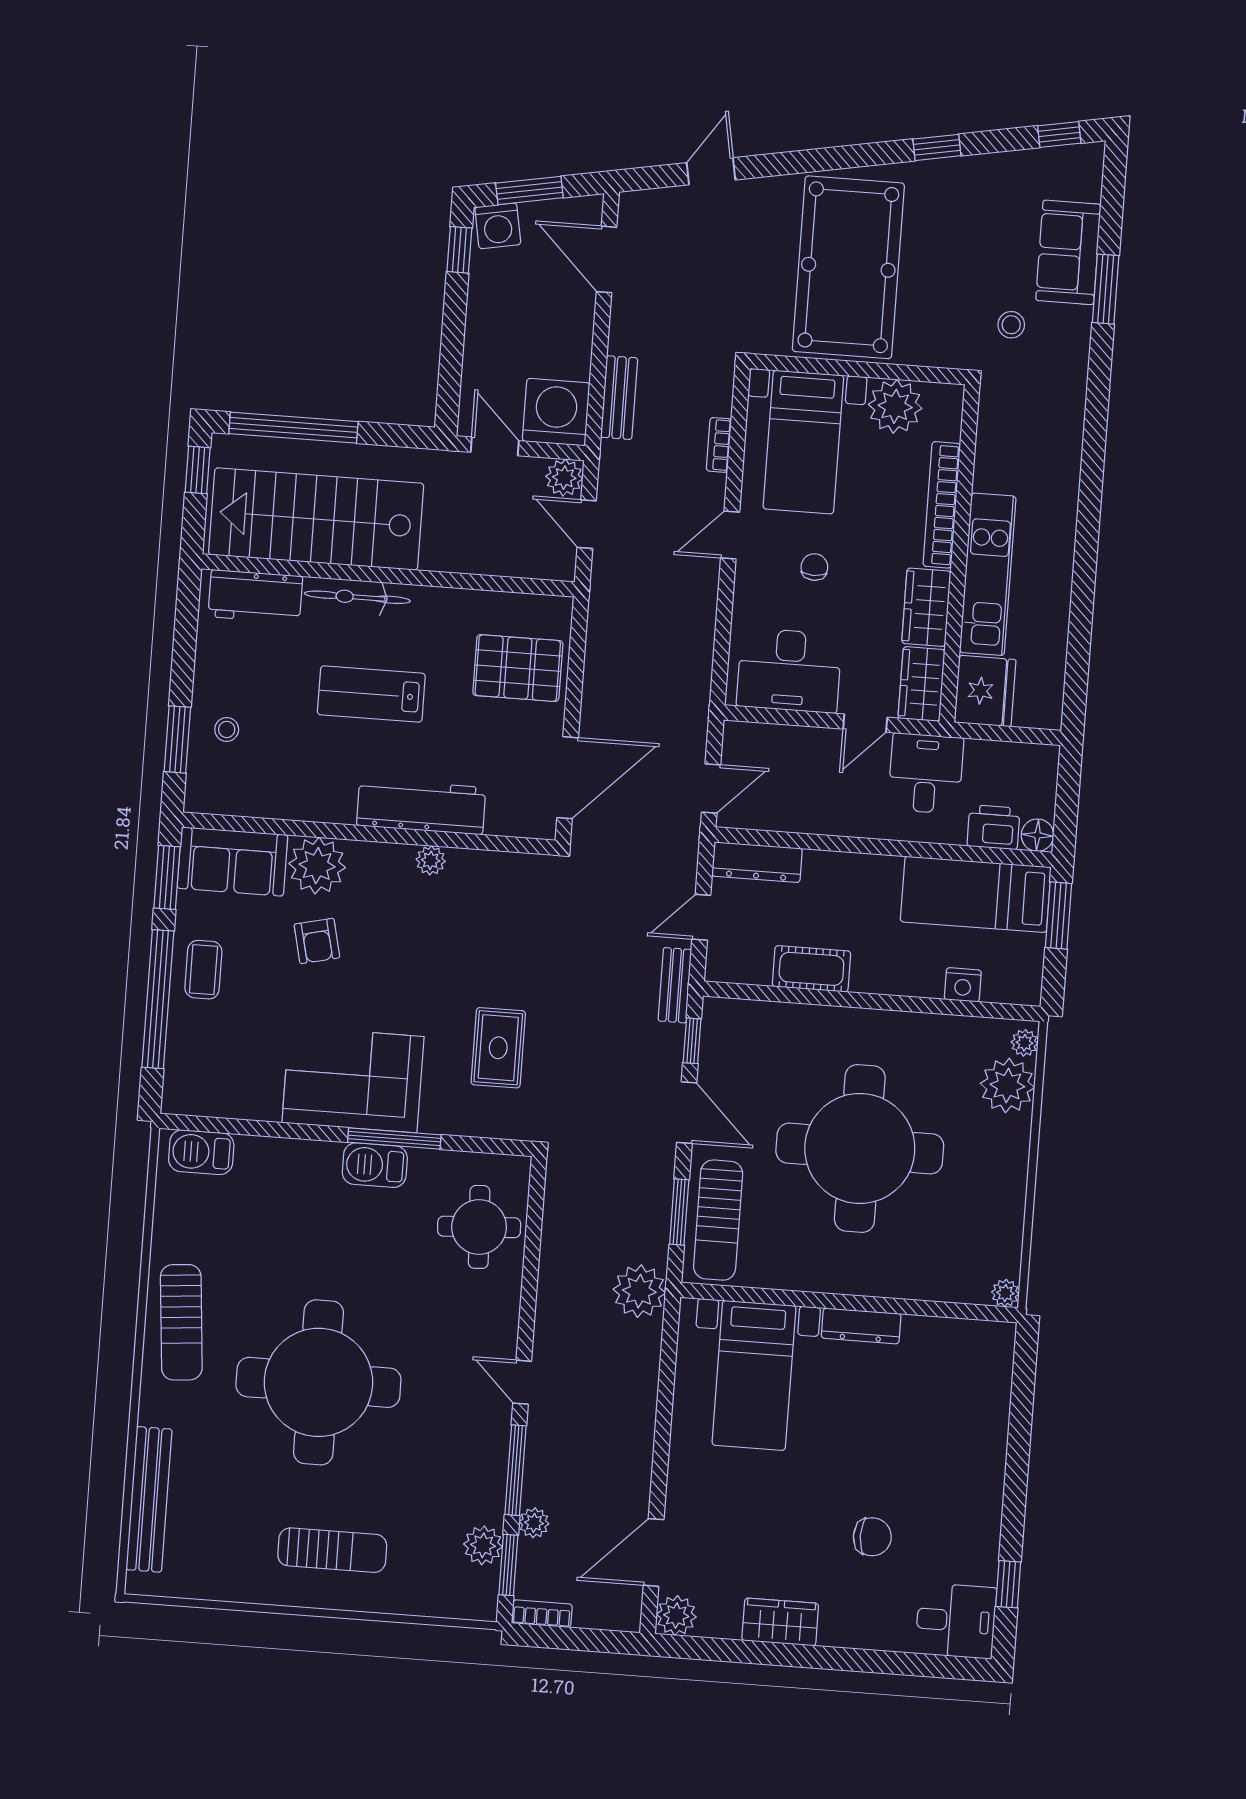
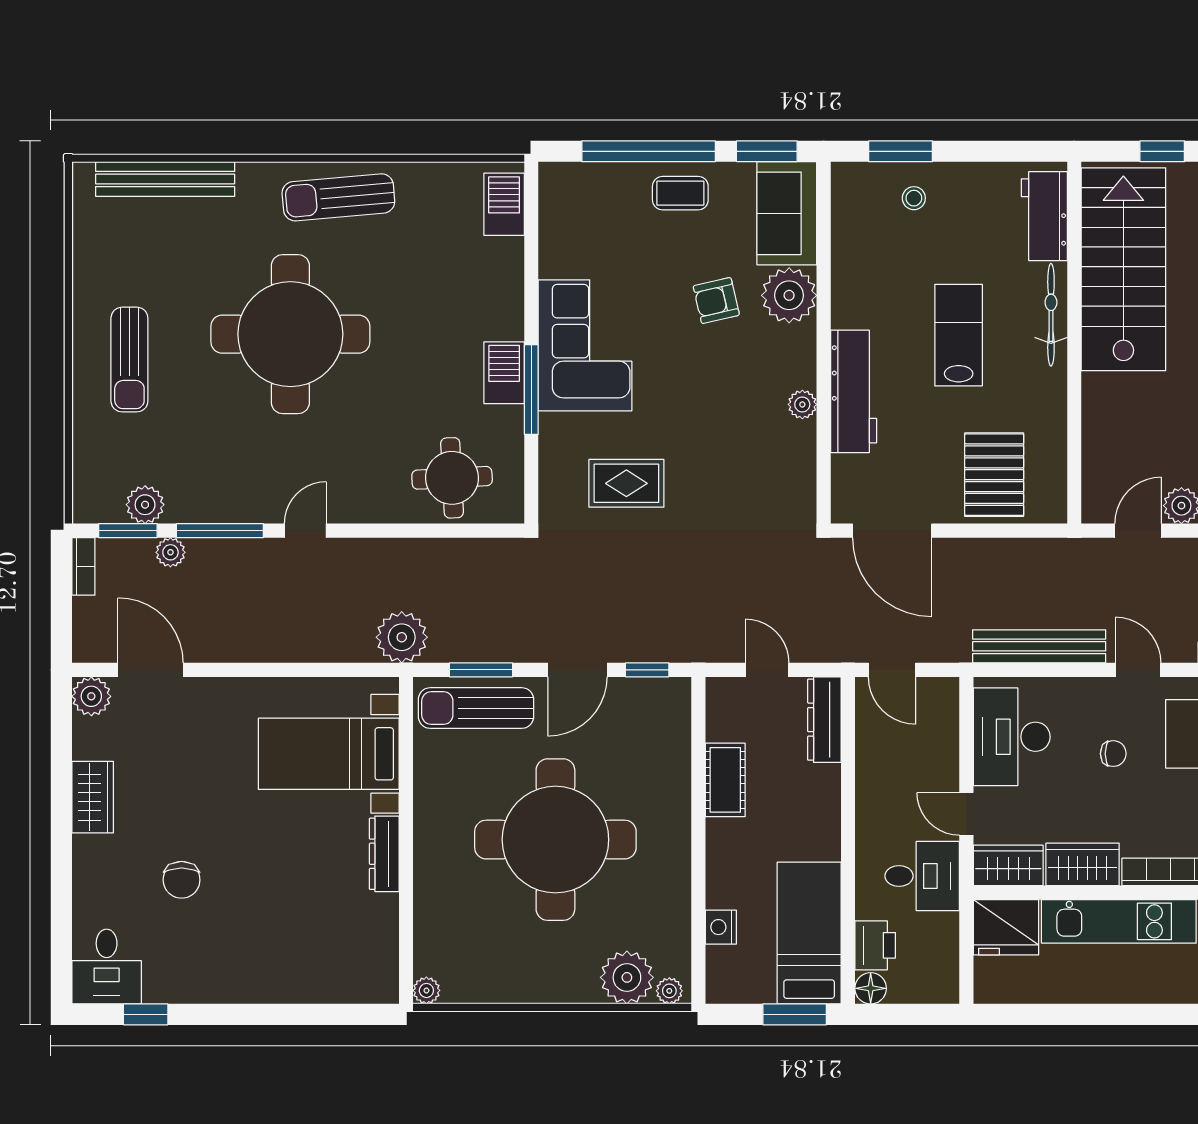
bench: (675, 985) -> (1039, 646), moved, width x1.86, depth x1.21

